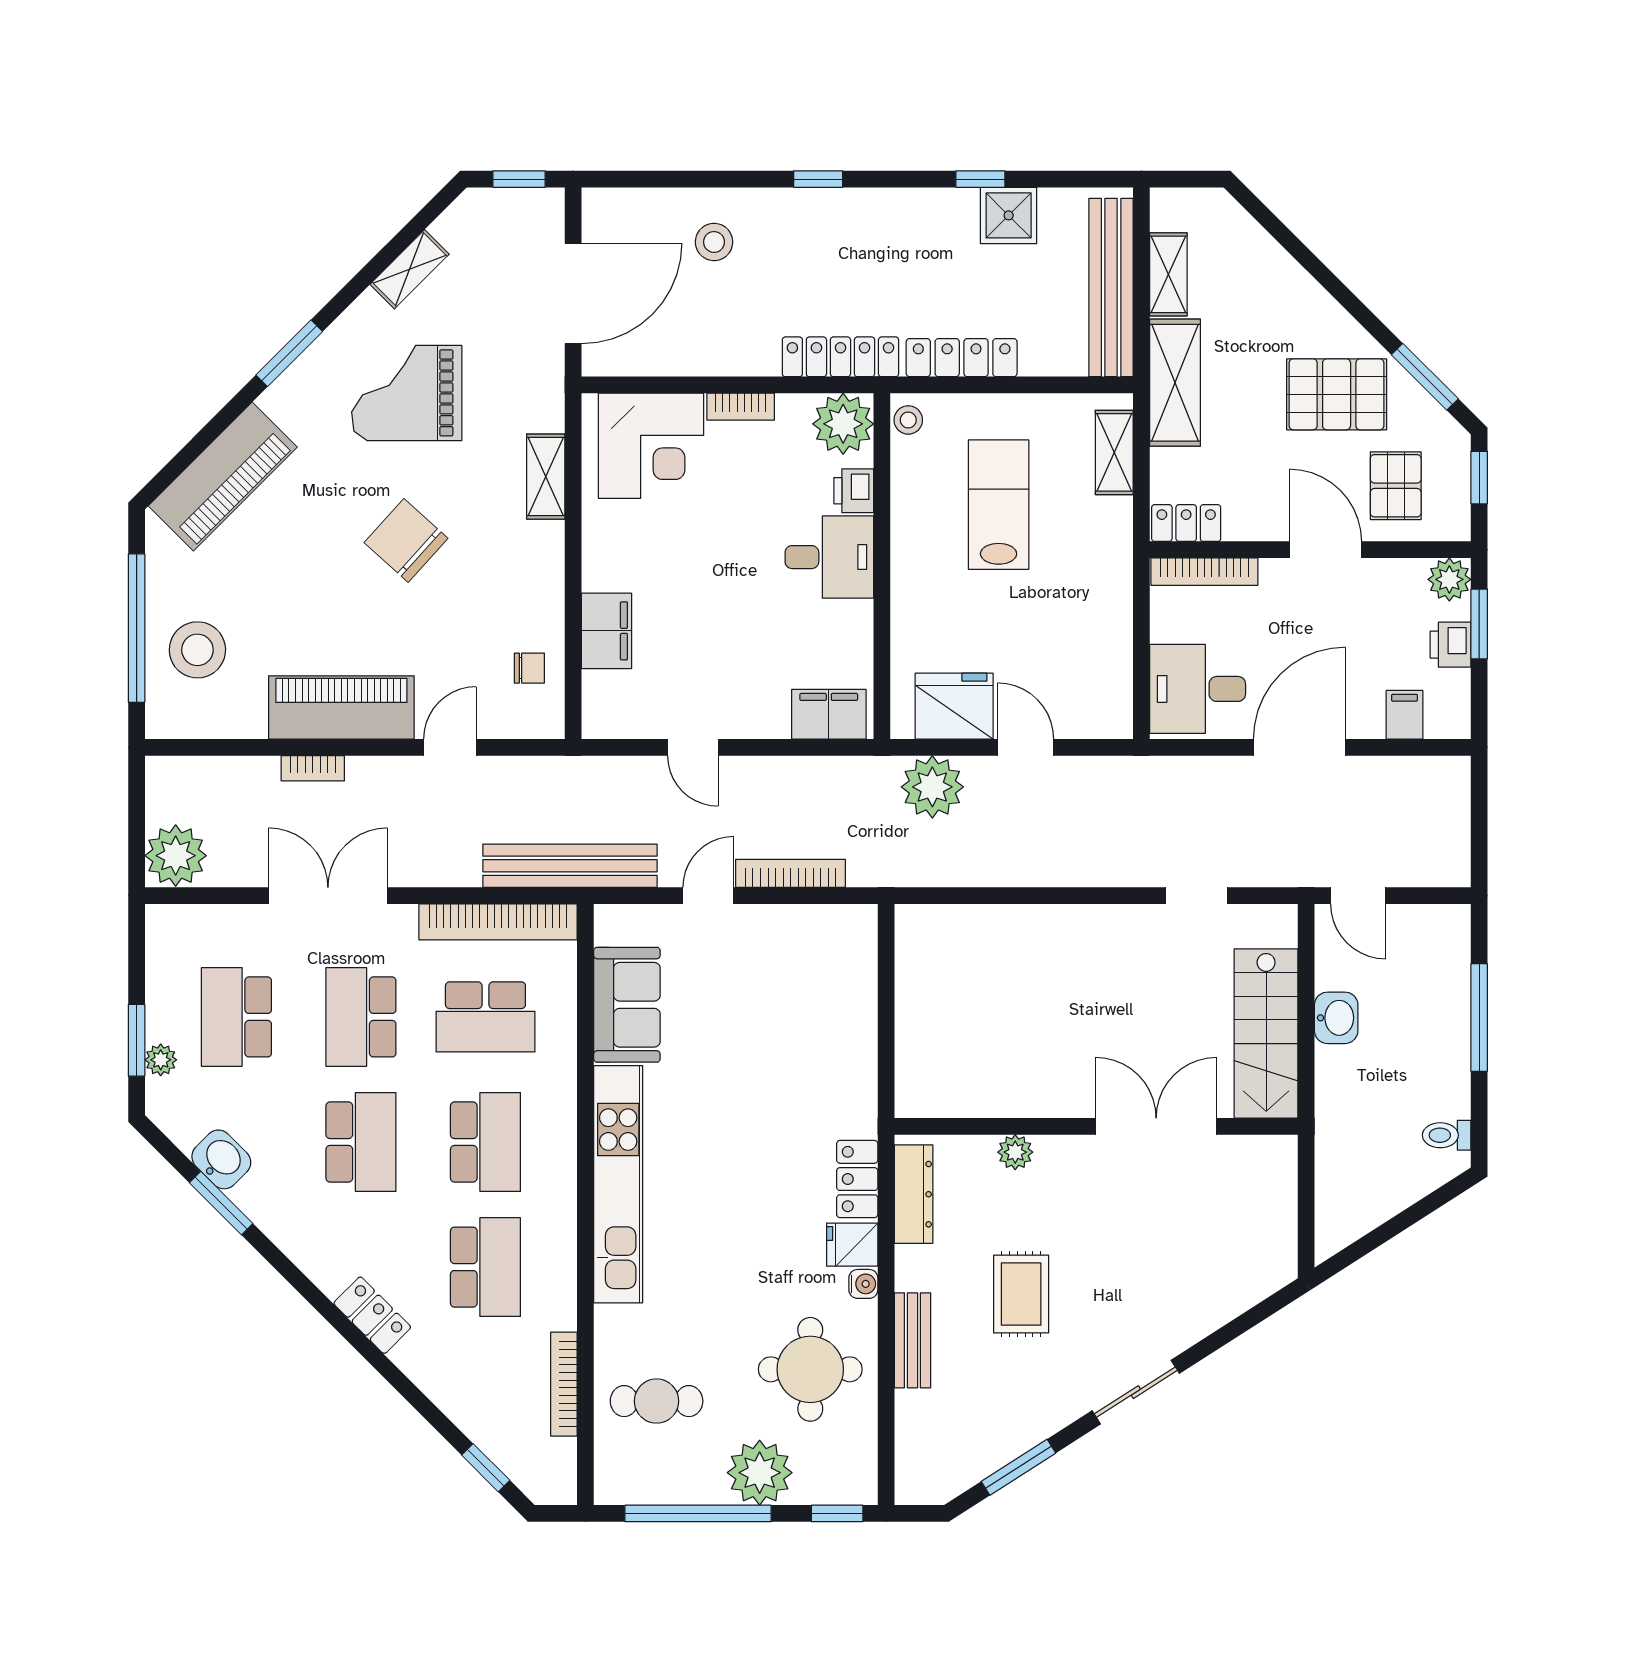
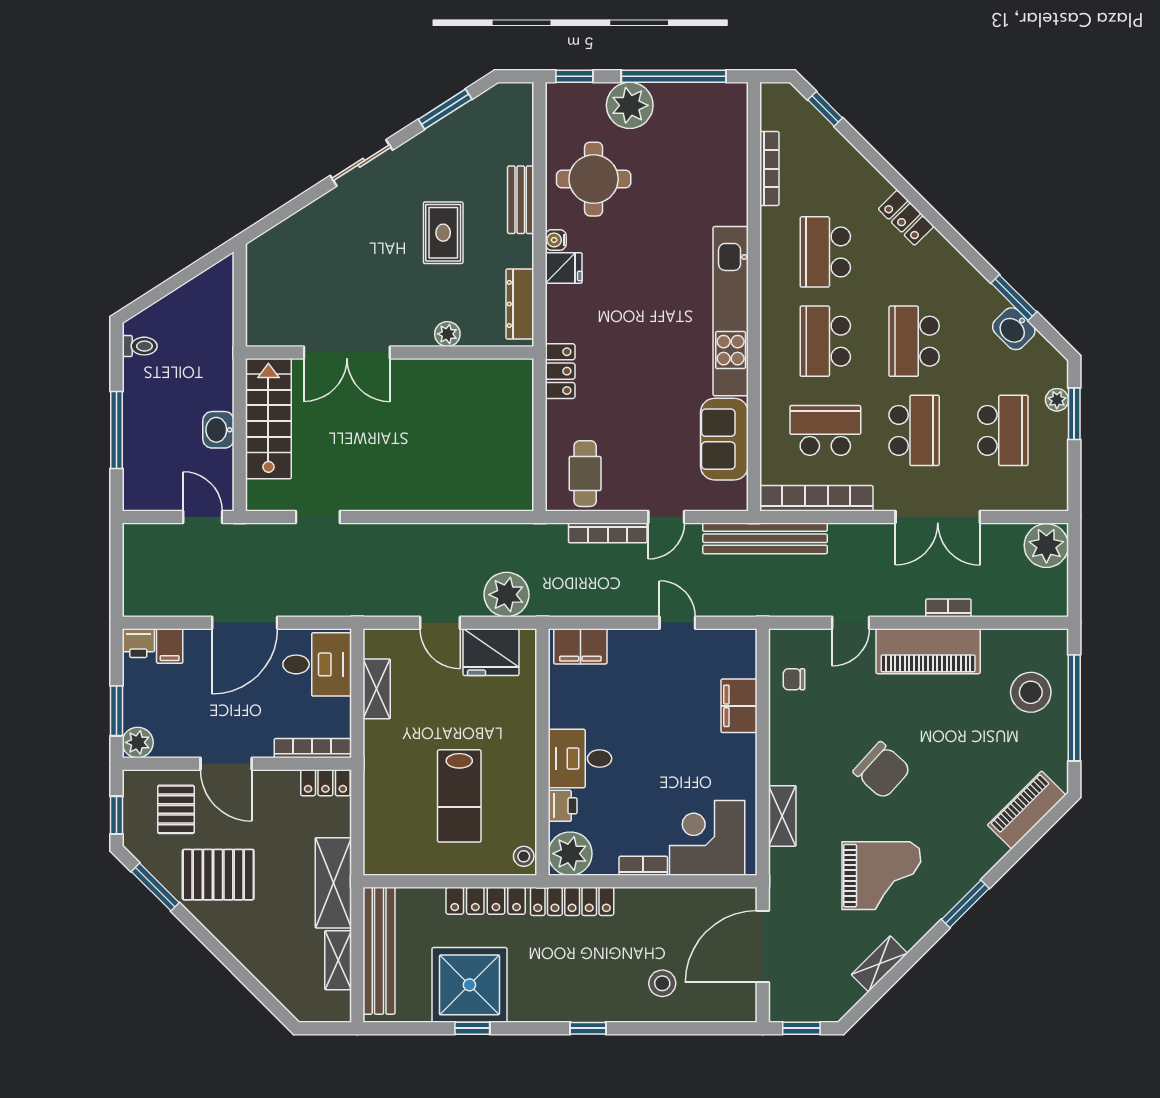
shower: (1009, 215) -> (469, 985), width x1.86, depth x1.86
shelving: (1114, 452) -> (377, 689), moved
piano: (223, 477) -> (1027, 810), width x0.73, depth x0.75
printer: (1451, 645) -> (138, 643), moved, turned 90
locker: (857, 1179) -> (560, 371), moved
cafe table: (657, 1401) -> (585, 474), moved, turned 90

